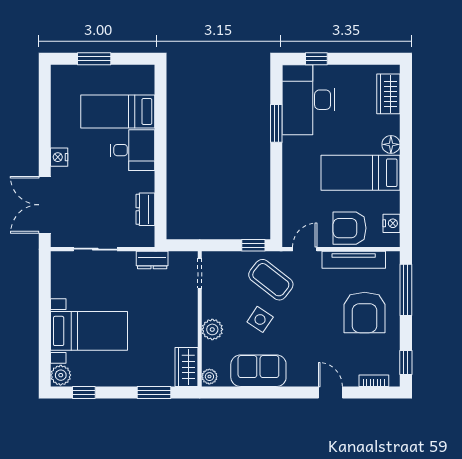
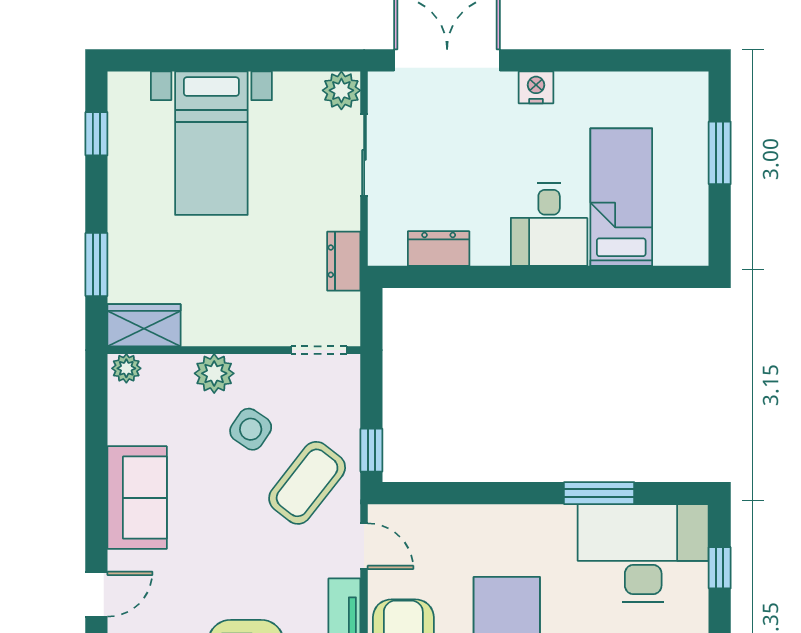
side table: (260, 319) -> (251, 429), moved
sofa: (258, 371) -> (137, 498), moved
plant: (61, 375) -> (341, 90), moved

